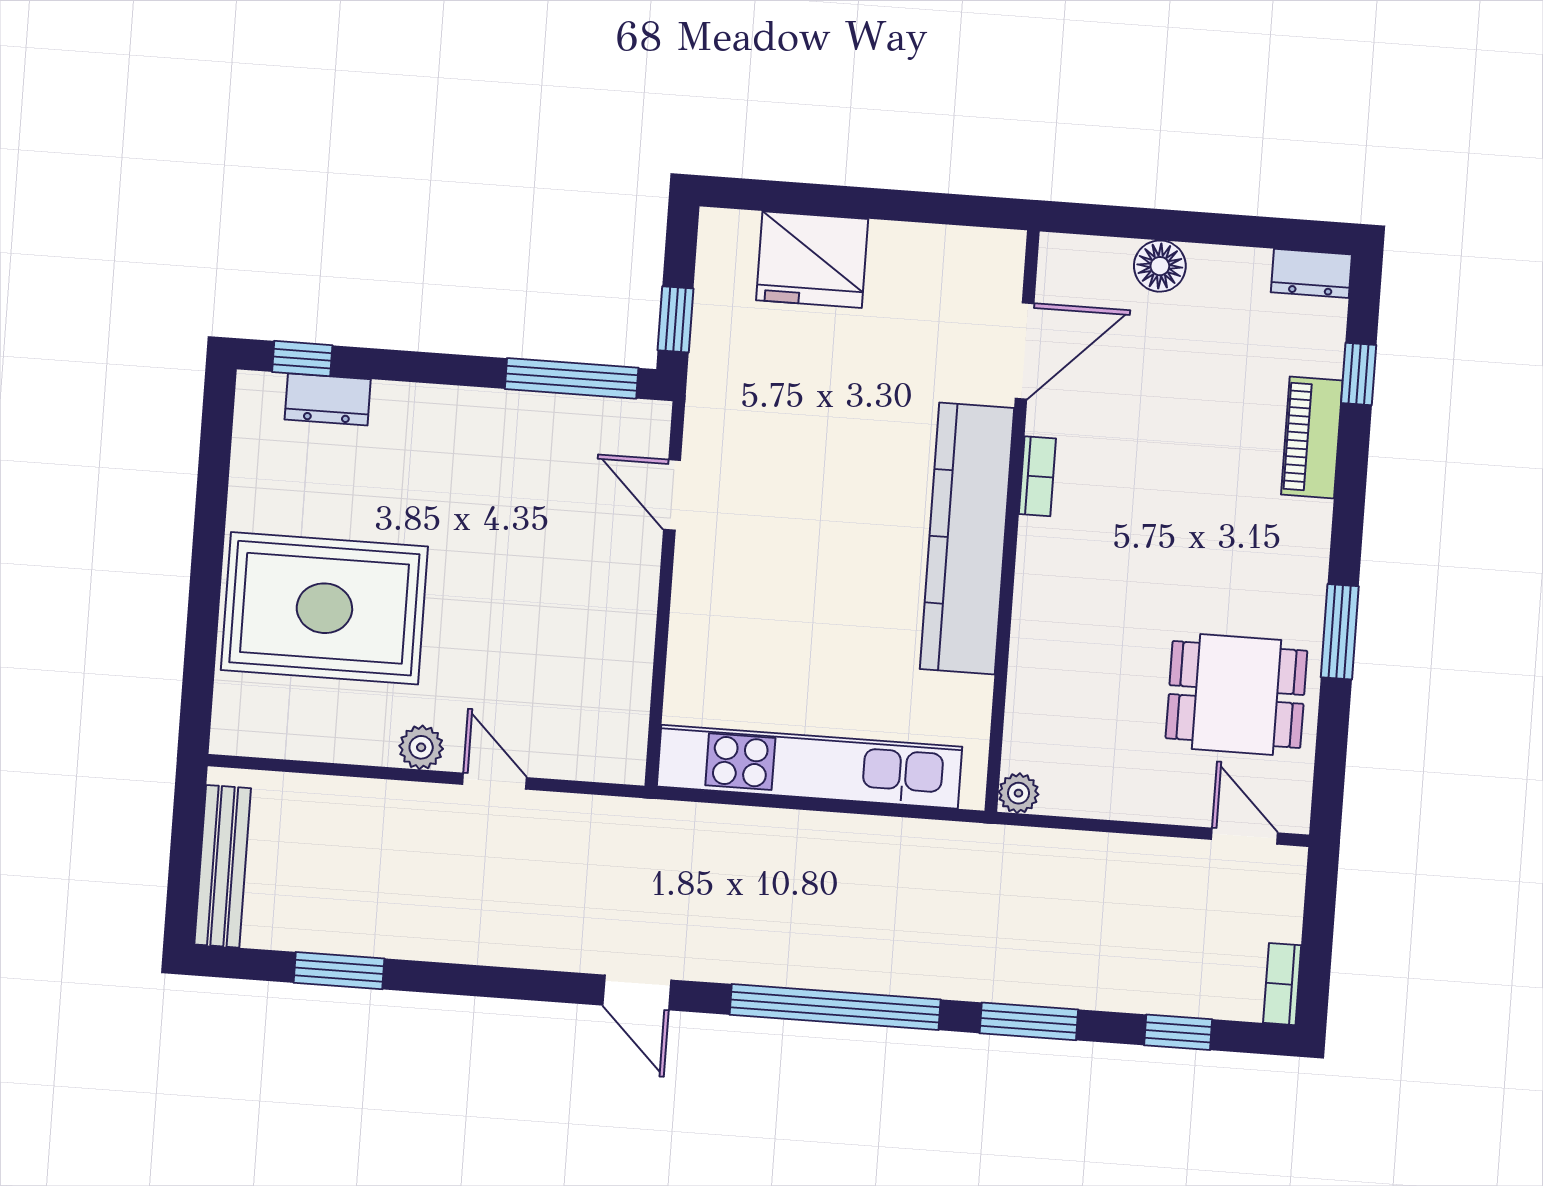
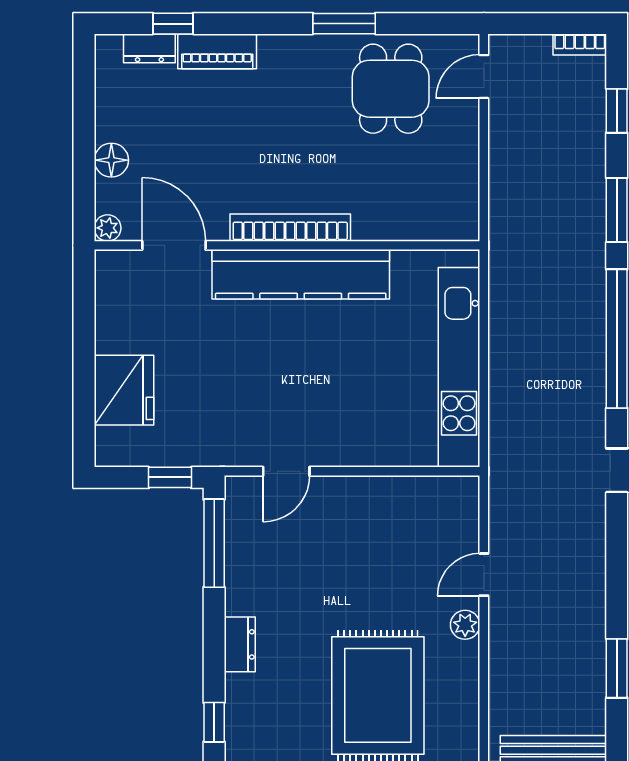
dresser: (1311, 273) -> (149, 48), moved, turned 90
dresser: (328, 399) -> (240, 644), moved
bookcase: (1037, 476) -> (290, 228), width x2.31, depth x1.31
plant: (1018, 793) -> (108, 228), moved

